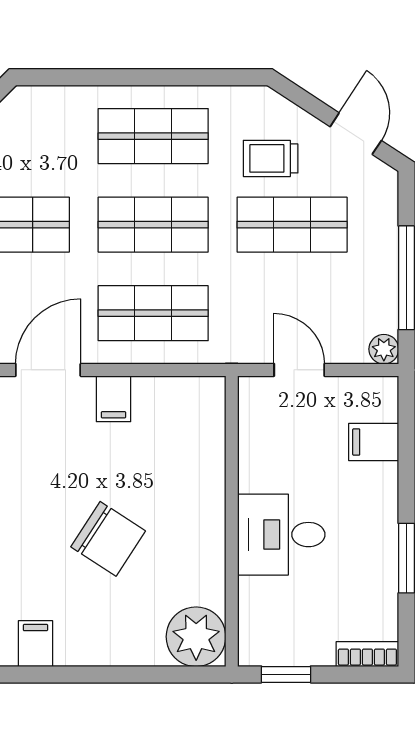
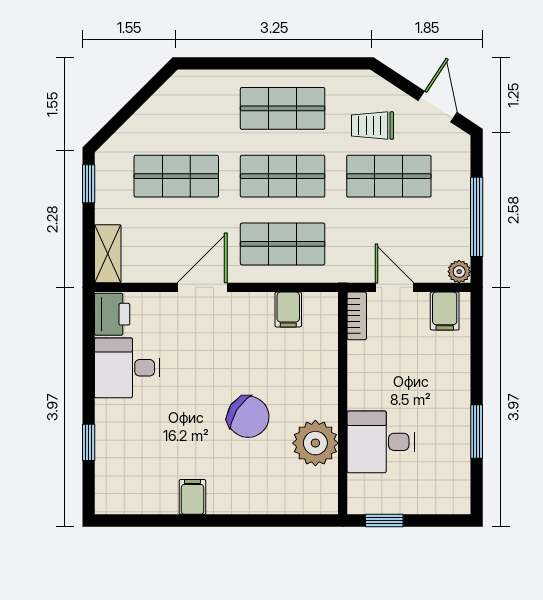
filing cabinet: (113, 399) -> (288, 309), moved
filing cabinet: (374, 442) -> (445, 311), moved, turned -90
desk: (281, 535) -> (381, 442), moved
plant: (196, 637) -> (315, 443), moved
bookcase: (367, 654) -> (357, 316), moved, turned 90

